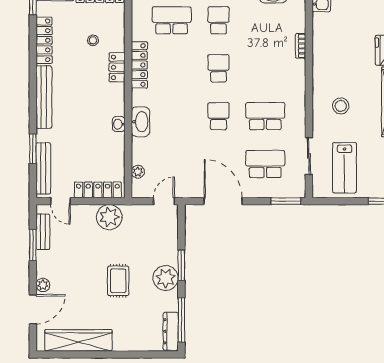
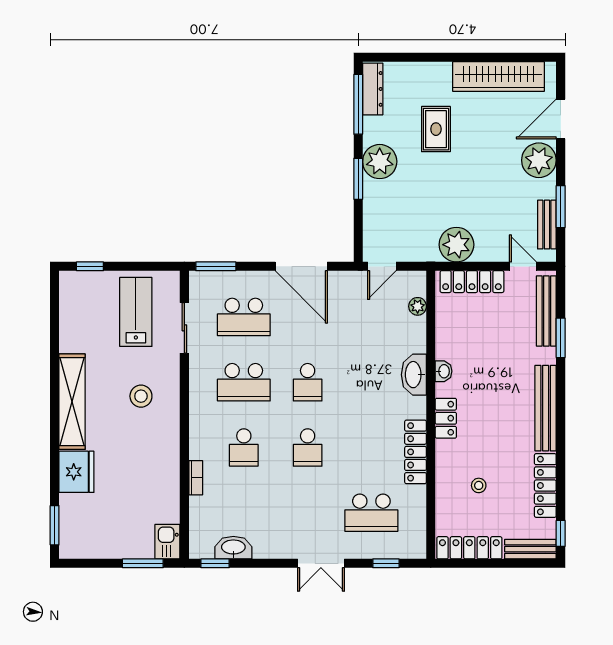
school desk: (218, 20) -> (244, 447), moved
locker: (117, 67) -> (446, 418), moved
rug: (118, 281) -> (436, 129), moved
plant: (43, 285) -> (539, 160), width x1.88, depth x1.88

